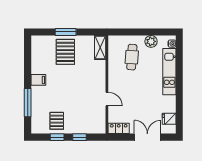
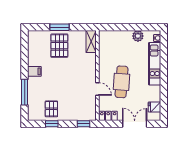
cafe table: (132, 57) -> (122, 82), moved, width x1.37, depth x1.35
window: (80, 137) -> (84, 124), moved

